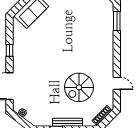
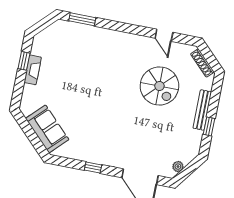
door: (117, 83) -> (164, 35), swing flipped

